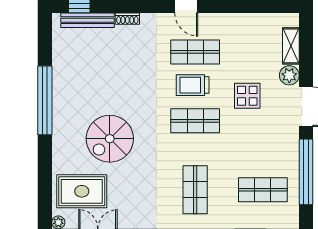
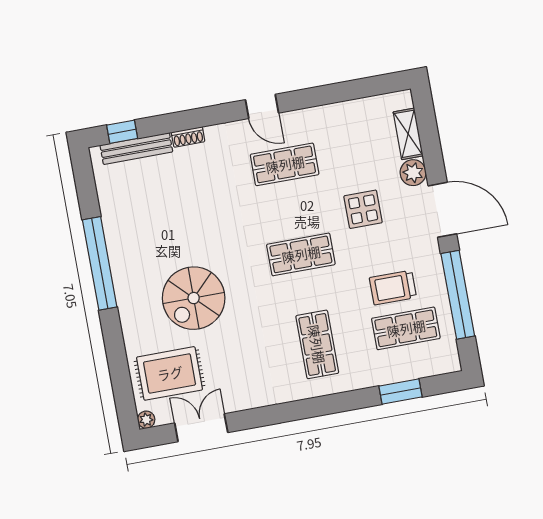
trolley: (193, 85) -> (393, 288), moved

